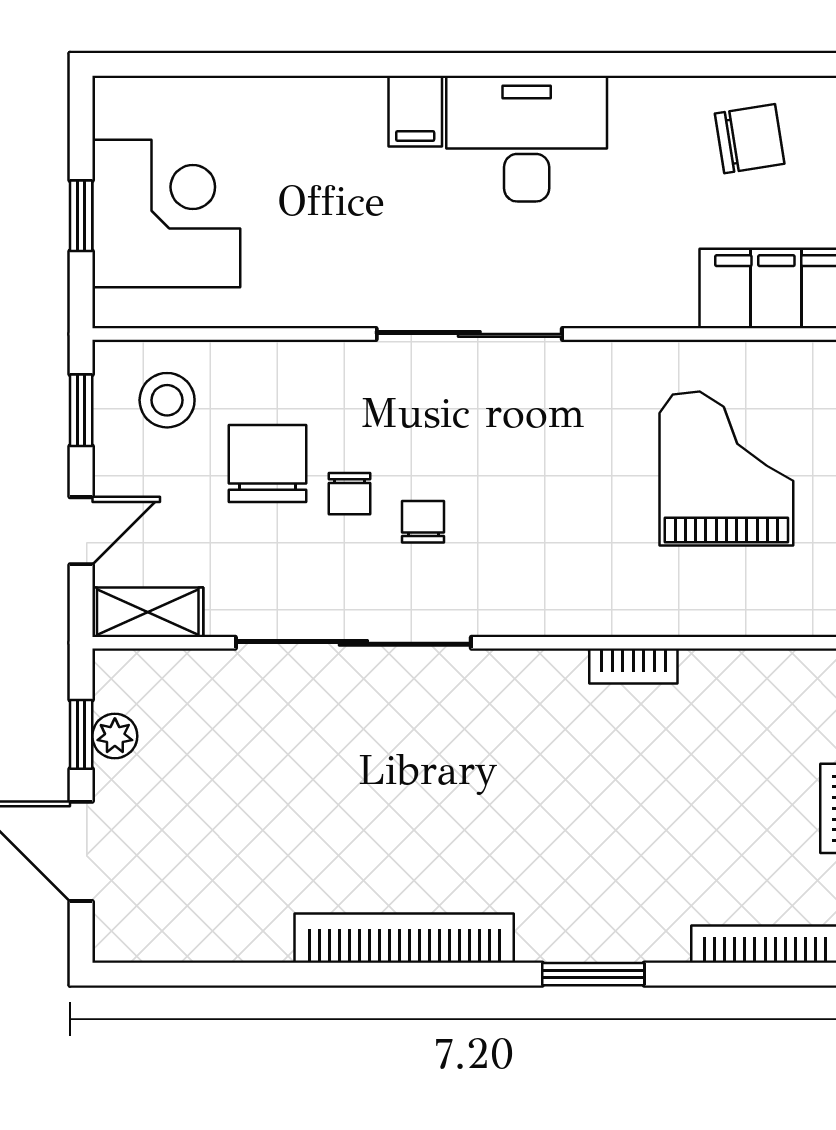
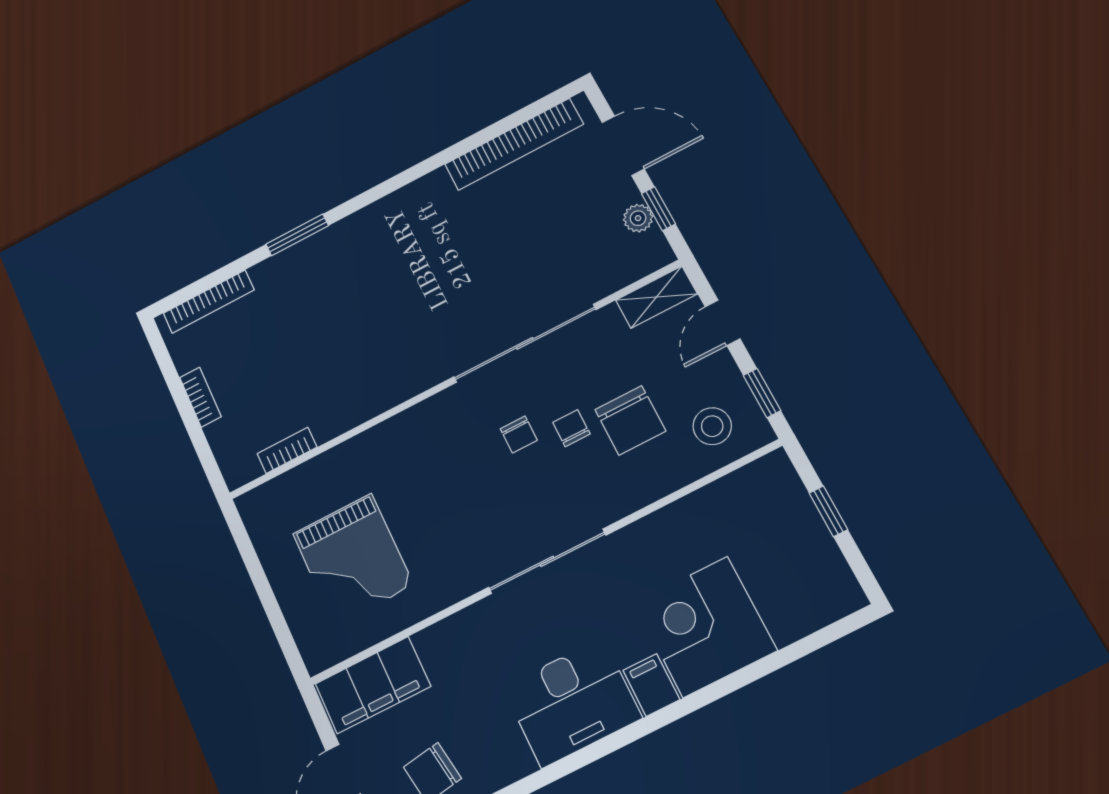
corner desk: (166, 214) -> (705, 627), moved, turned 90
bookcase: (633, 666) -> (287, 450), moved
bookcase: (404, 938) -> (514, 144), moved

